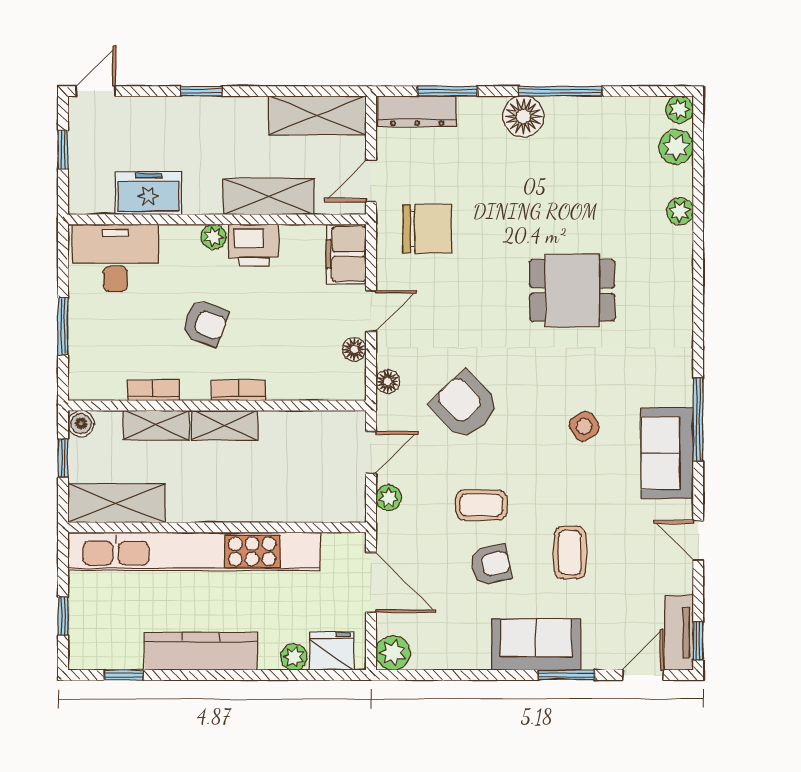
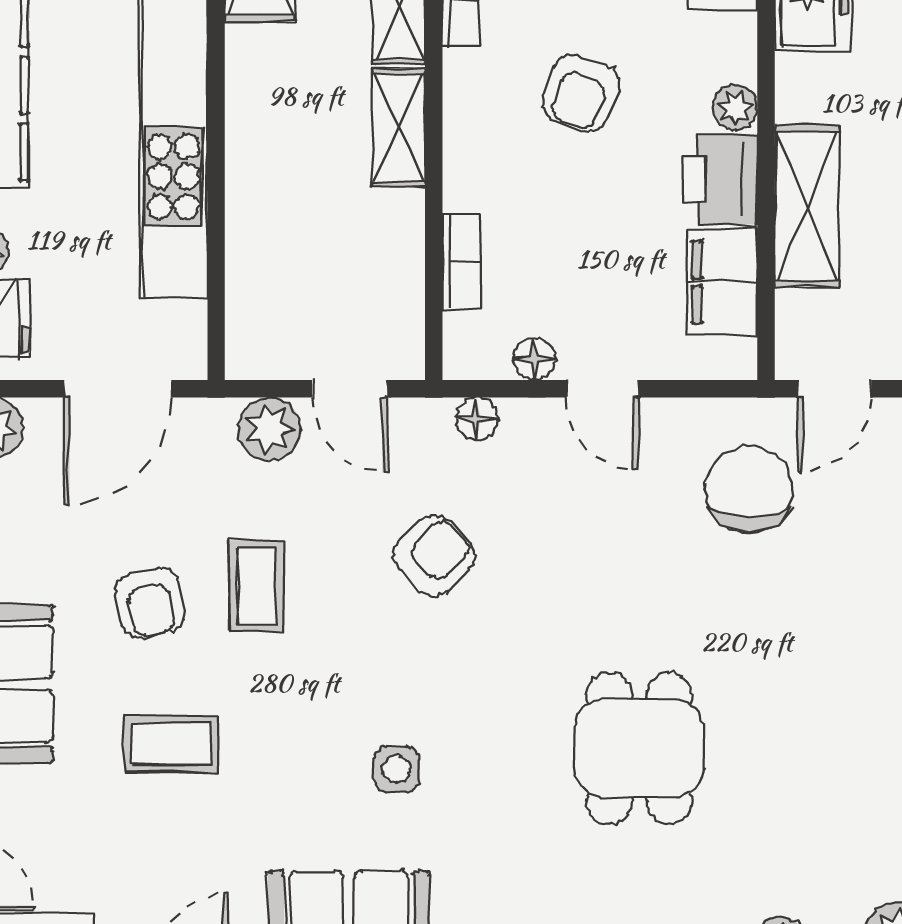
door: (371, 181) -> (834, 389), swing flipped
chair: (427, 229) -> (749, 489), turned 180
filing cabinet: (346, 254) -> (722, 282), moved, turned -90
bookcase: (239, 390) -> (461, 261), moved
armchair: (465, 405) -> (434, 556), width x0.72, depth x0.72
side table: (584, 426) -> (397, 769), turned 32
plant: (389, 498) -> (269, 429), width x1.38, depth x1.38

